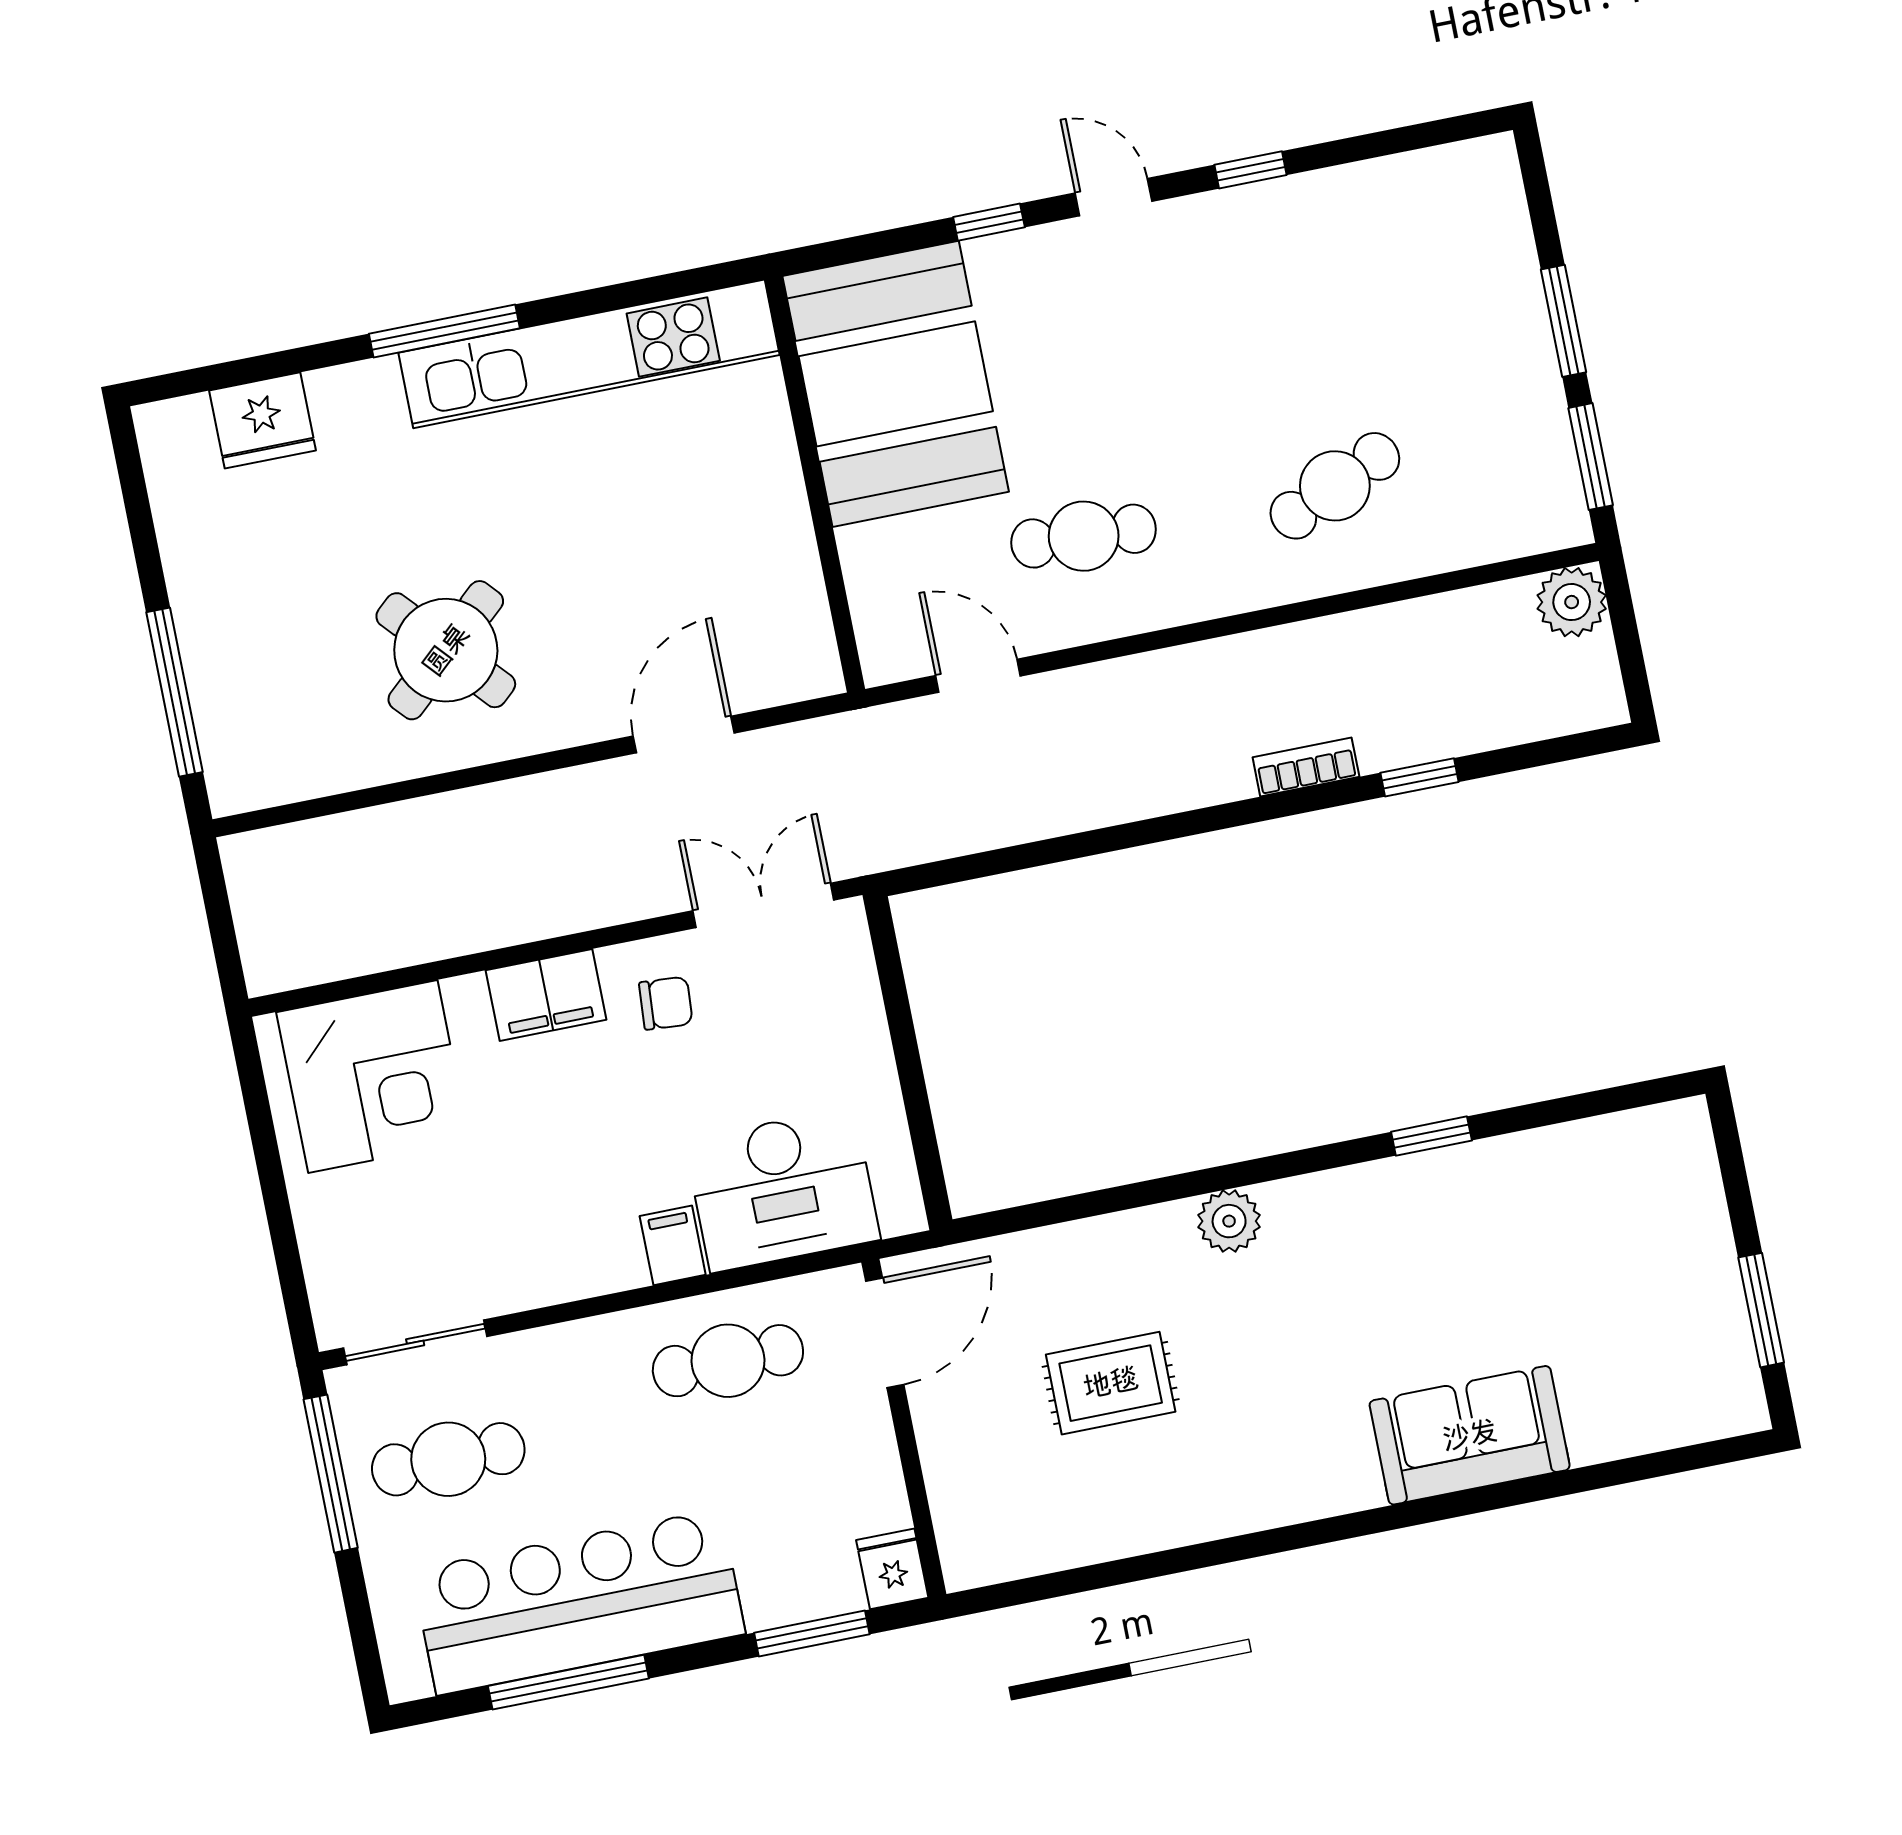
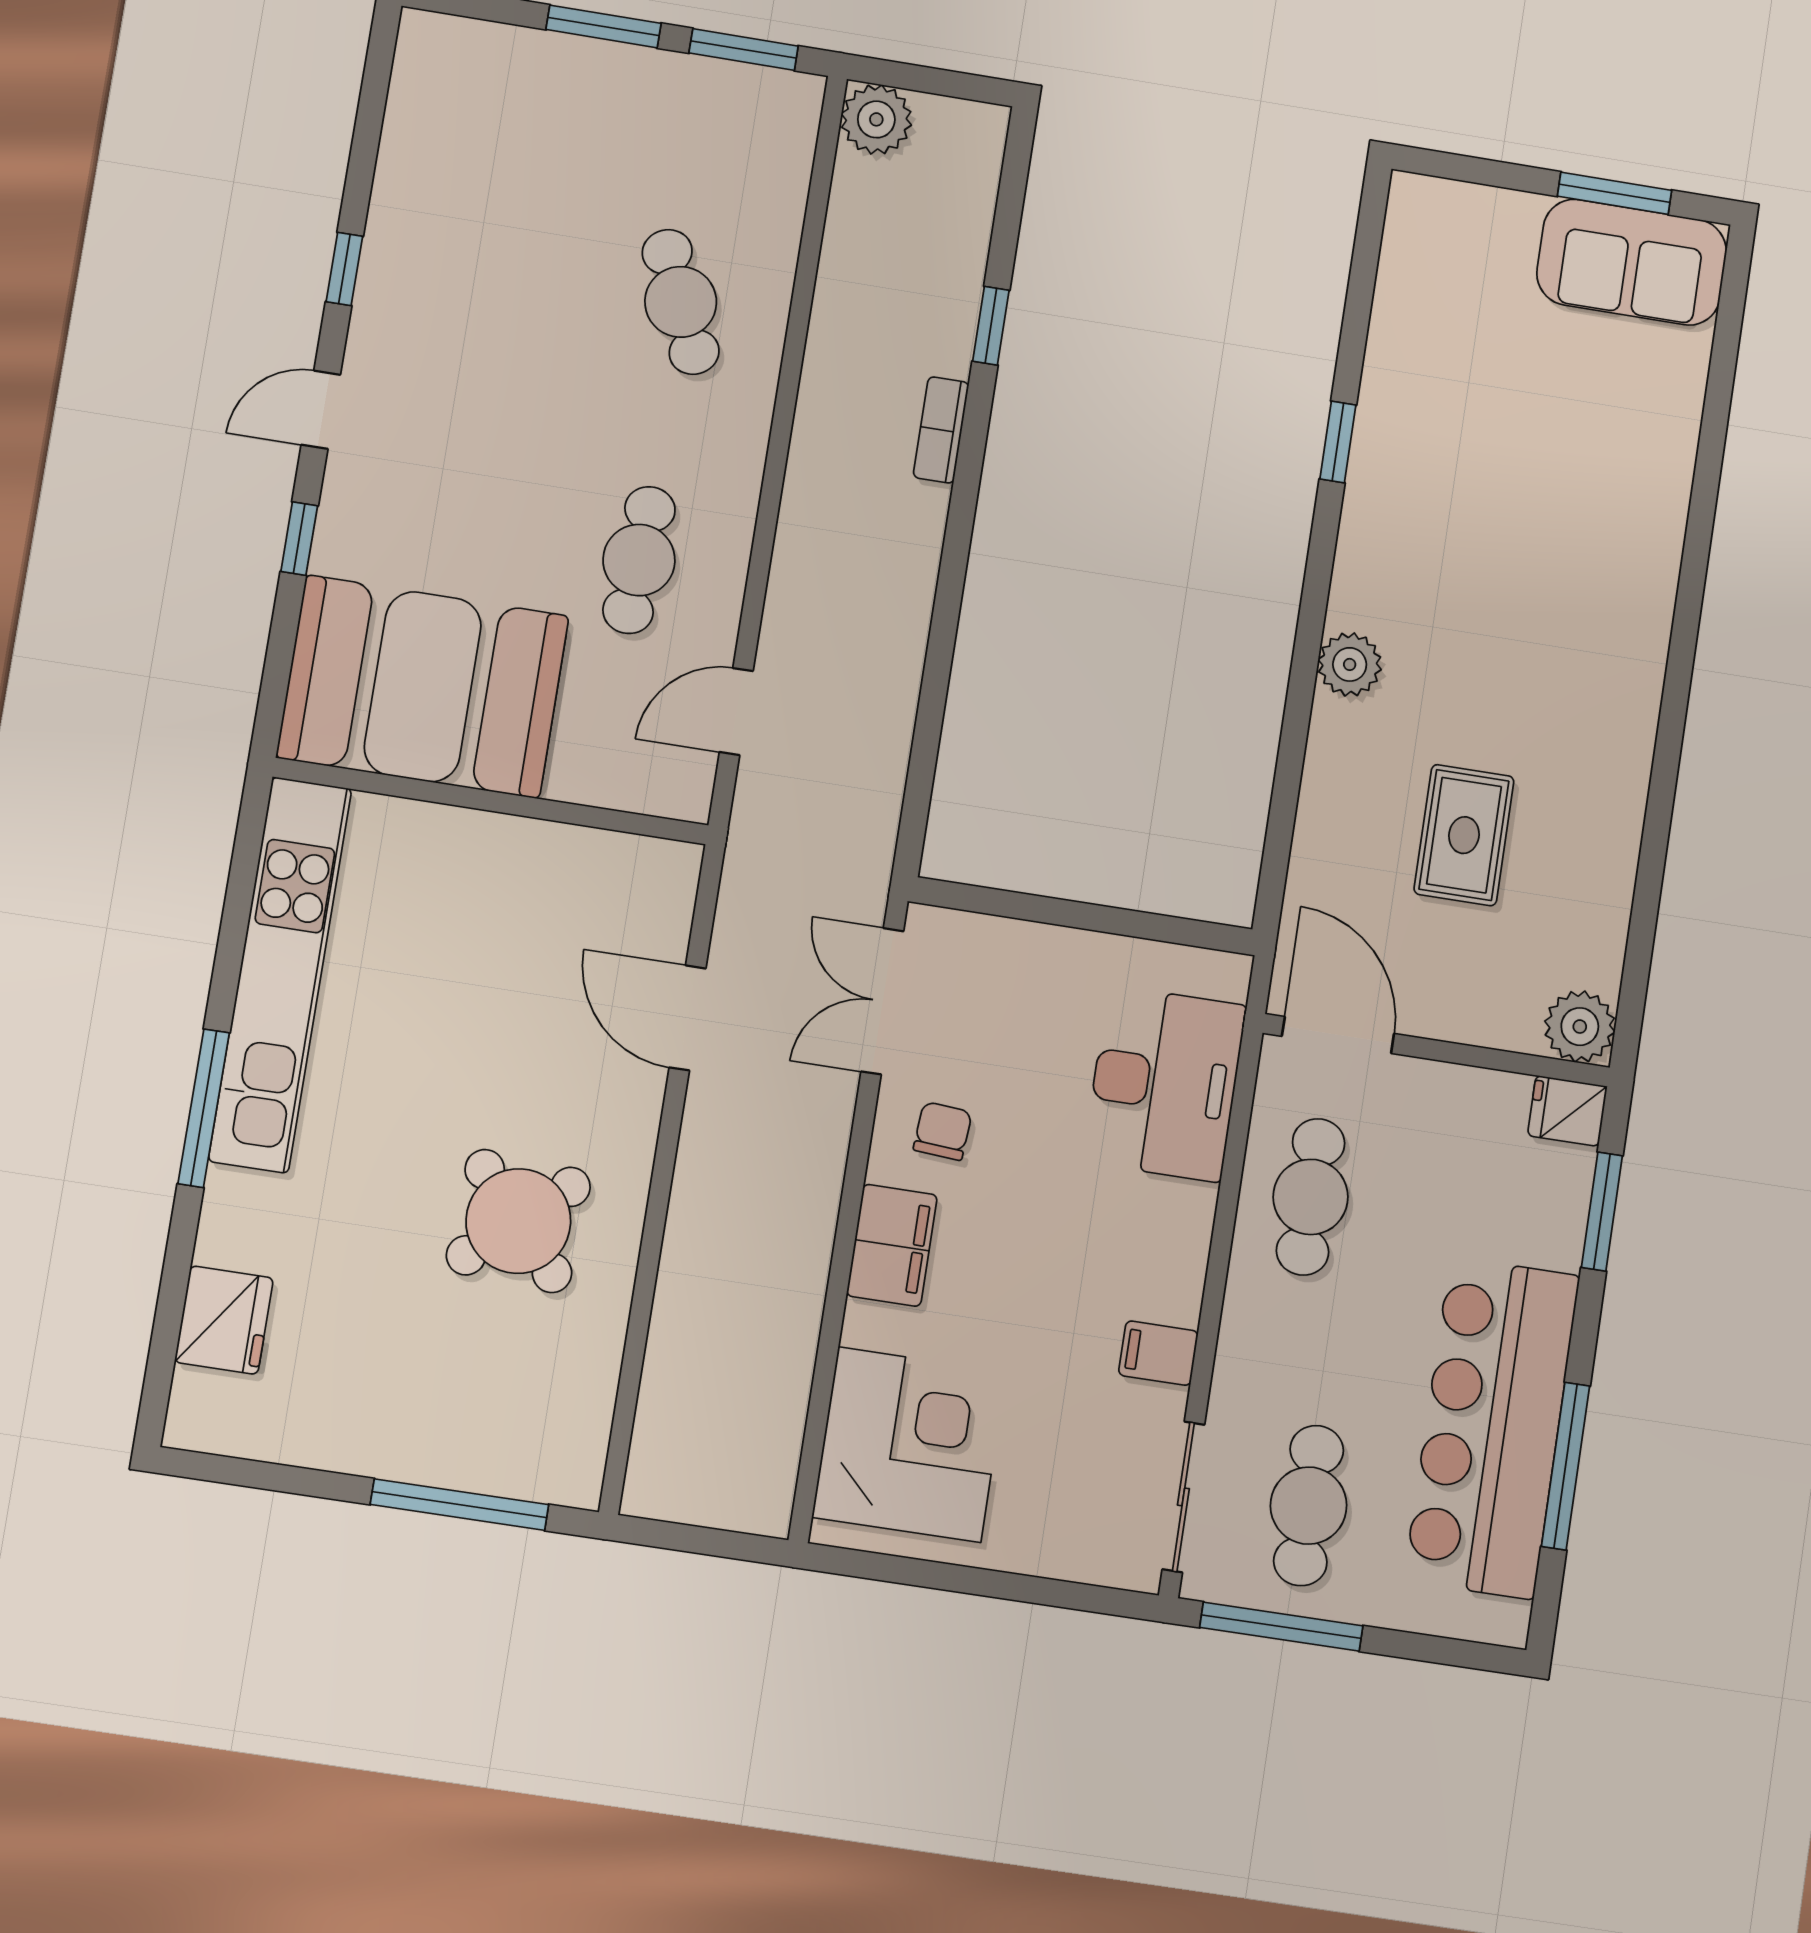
filing cabinet: (673, 1245) -> (1158, 1353), moved
sofa: (1470, 1435) -> (1632, 262), moved, turned -90
plant: (974, 1553) -> (1580, 1027), added

